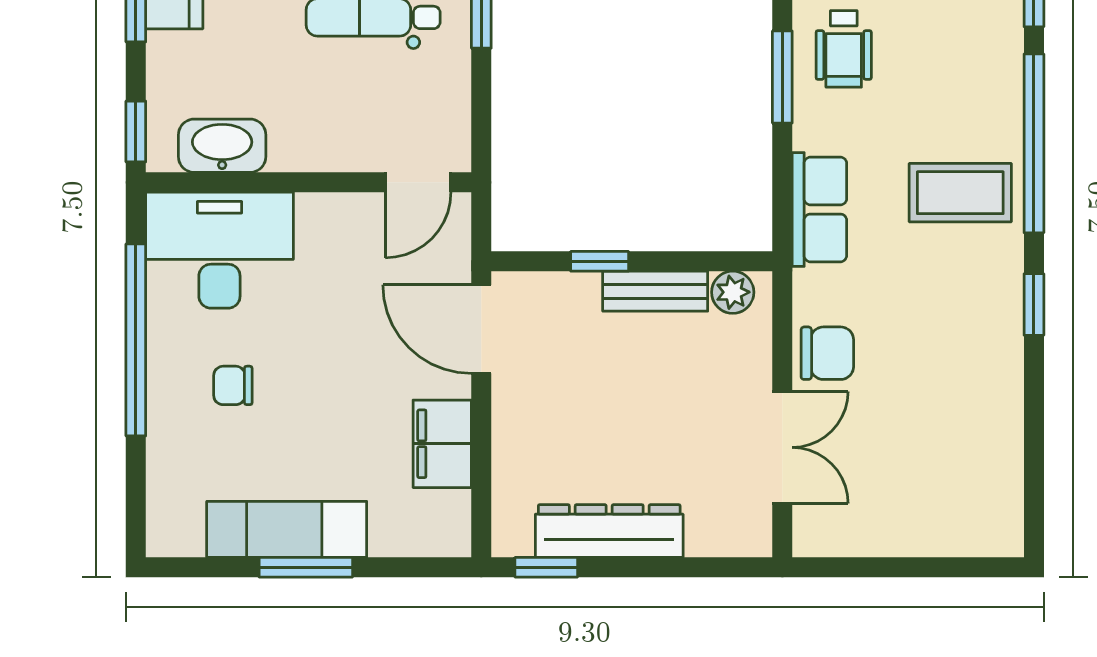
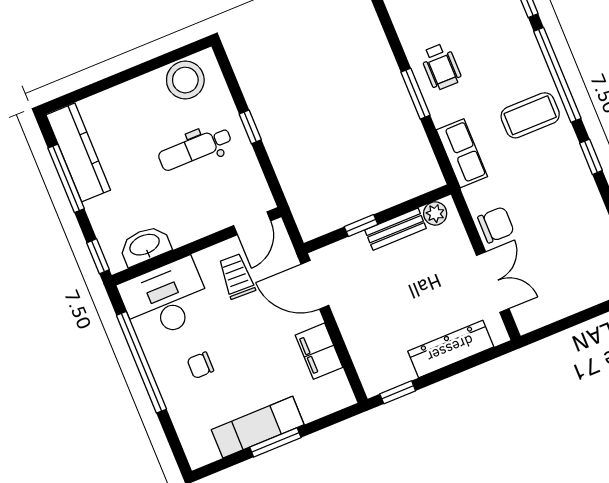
trolley: (355, 261) -> (237, 276), added
dresser: (609, 531) -> (451, 349), moved

